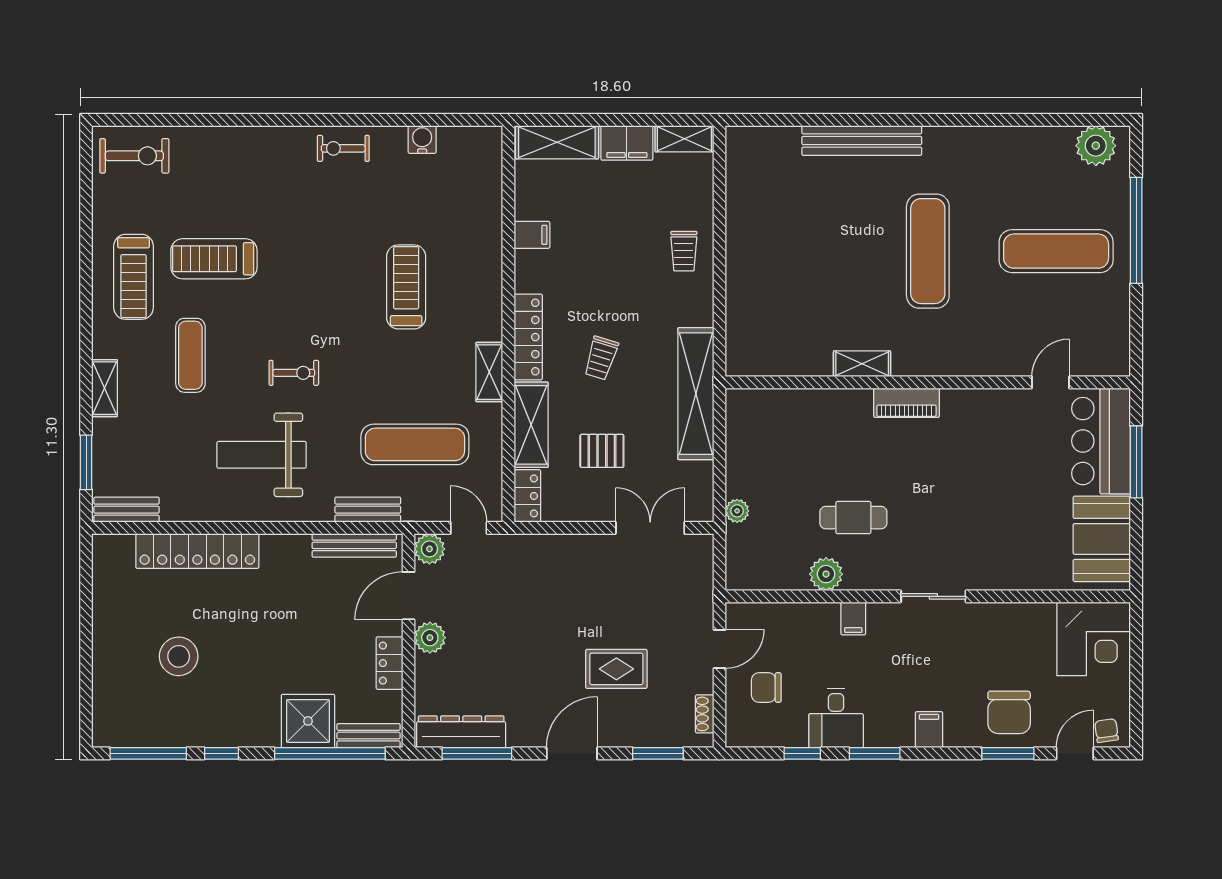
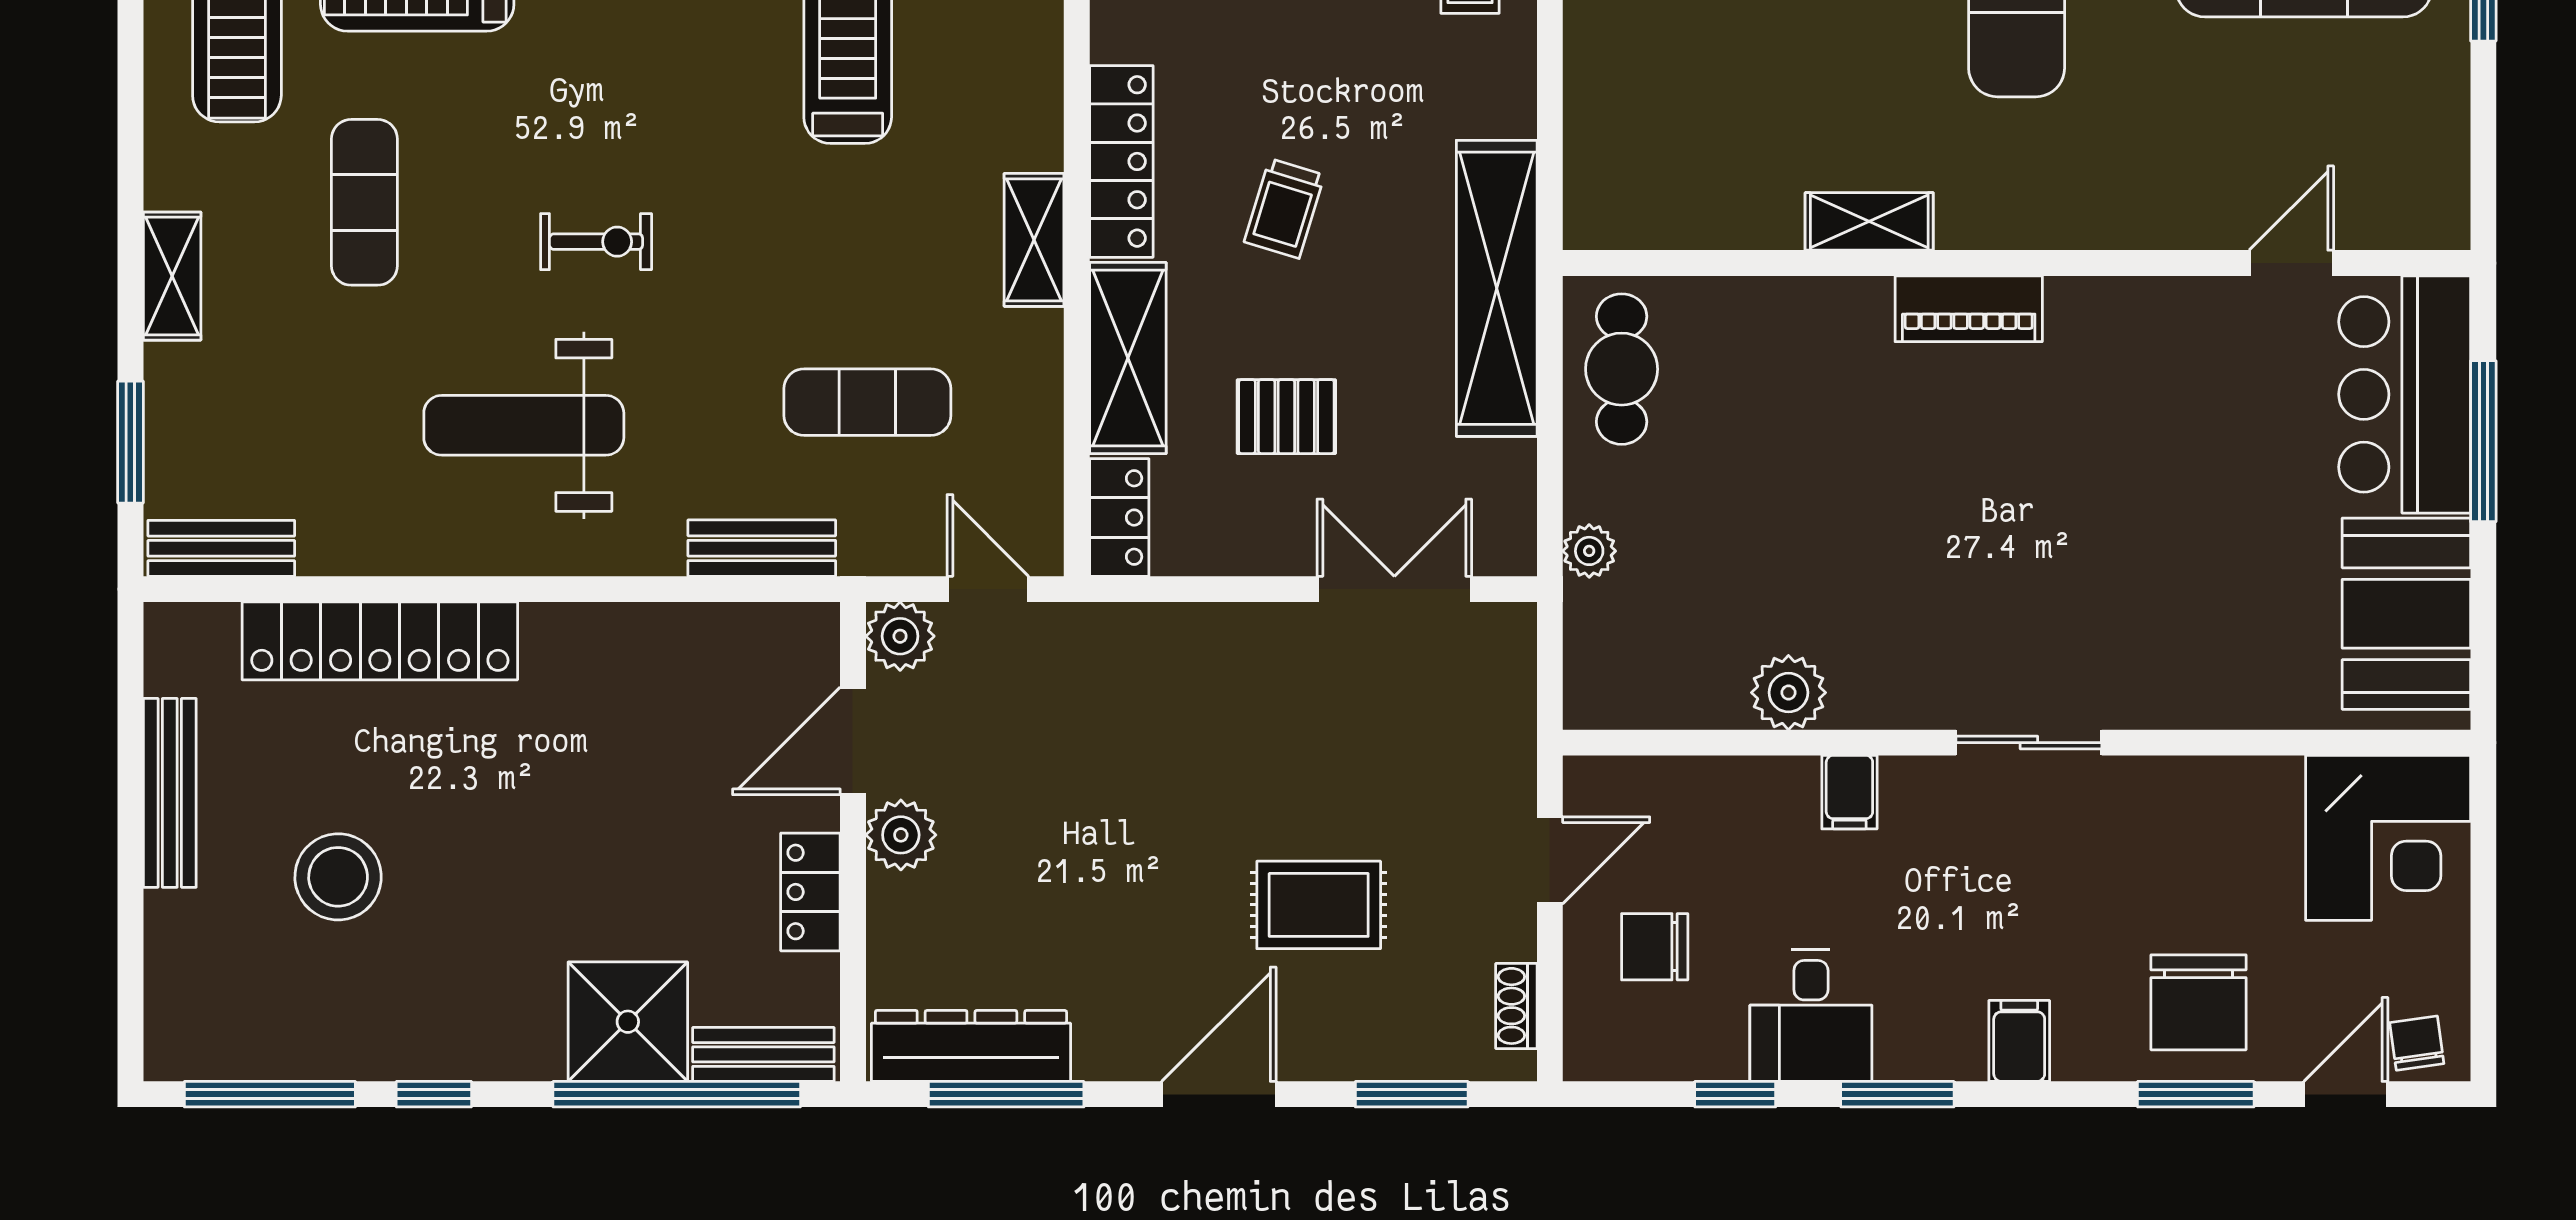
exercise mat: (415, 444) -> (867, 402), width x0.73, depth x0.69
cafe table: (853, 518) -> (1622, 369), moved, turned 90
bench: (354, 545) -> (170, 793), moved, turned 90

